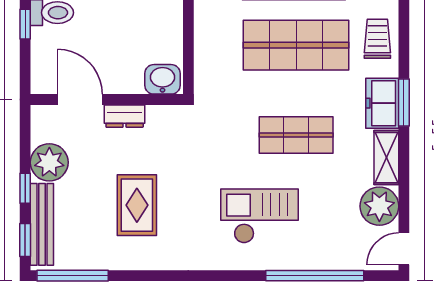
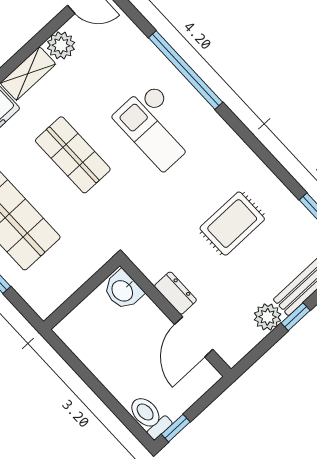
plant: (49, 162) -> (268, 317), width x0.73, depth x0.73
plant: (379, 206) -> (61, 45), width x0.73, depth x0.73
window: (315, 276) -> (186, 70), moved

